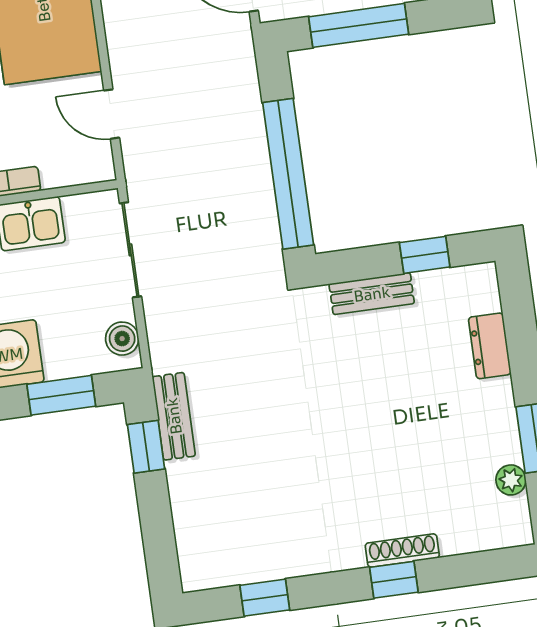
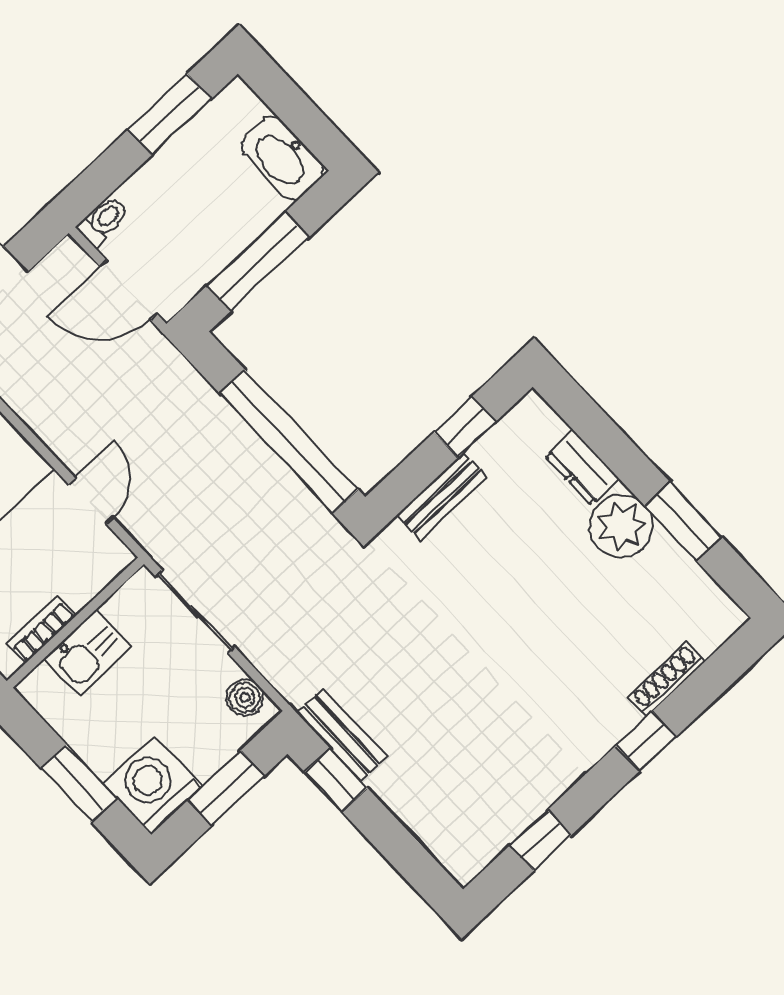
door: (112, 114) -> (91, 501), swing flipped
plant: (511, 480) -> (621, 526), moved, width x1.88, depth x1.88
shoe rack: (402, 551) -> (667, 679), moved

